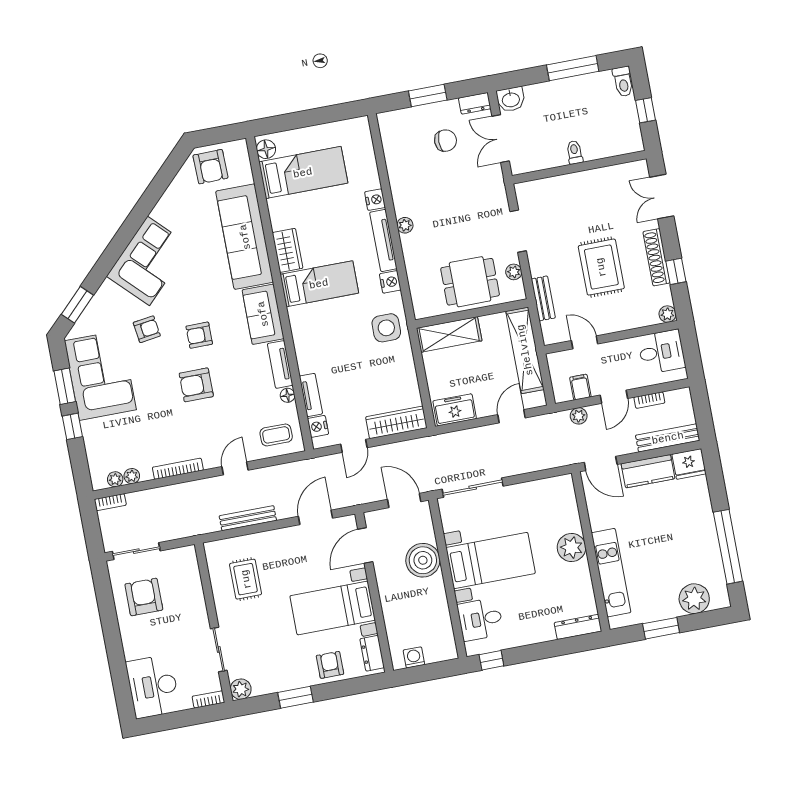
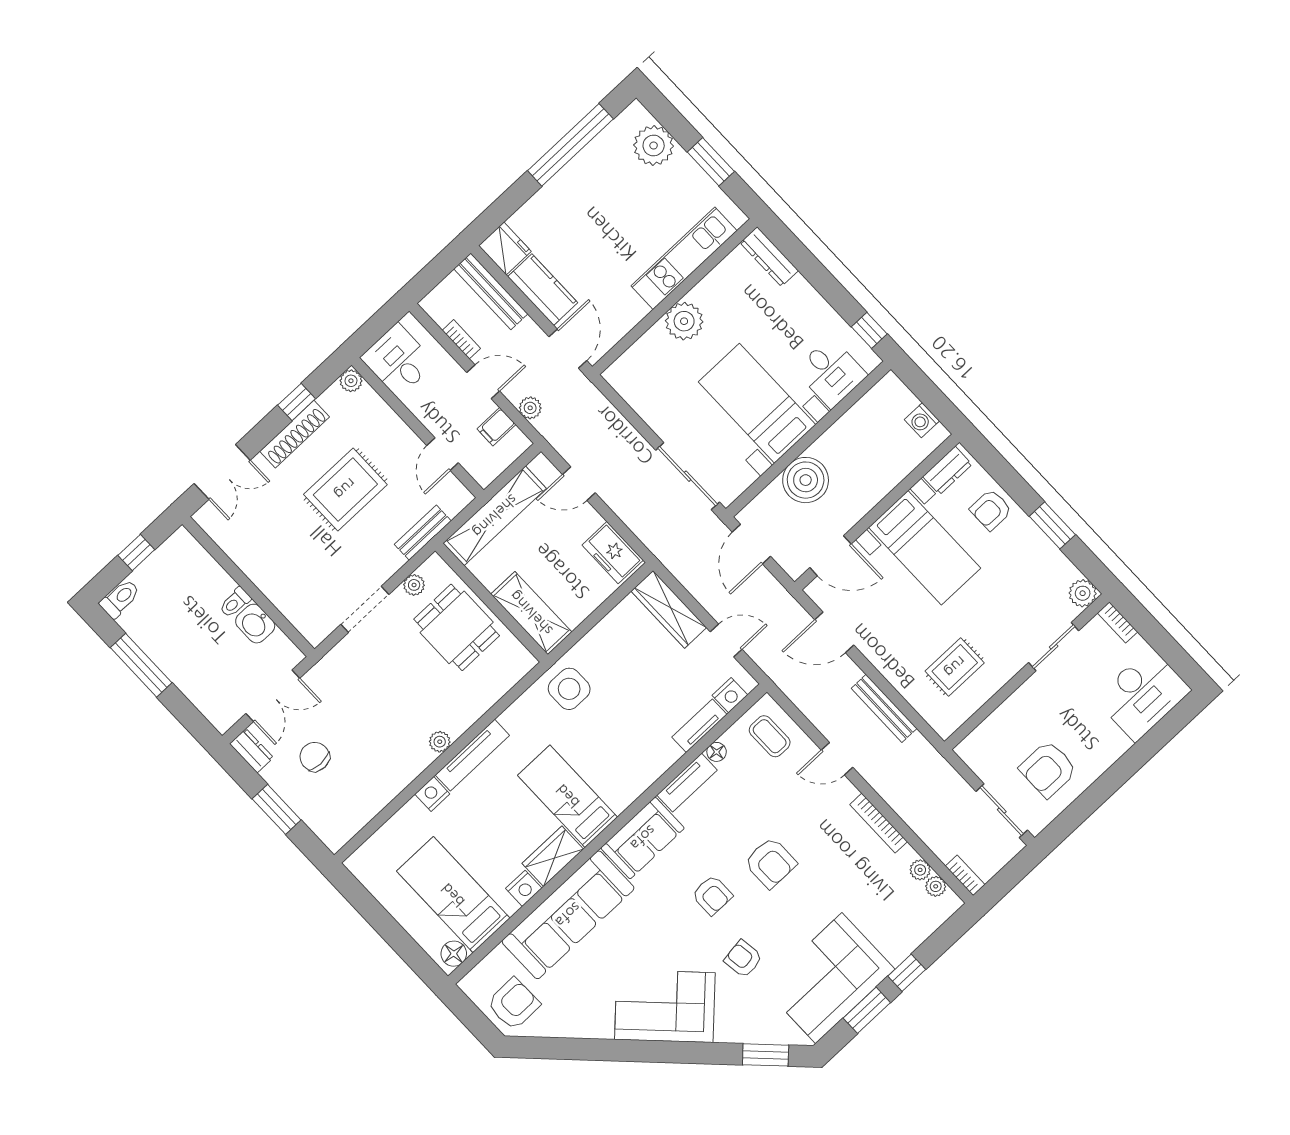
washbasin: (511, 99) -> (255, 624), moved, turned 180
nightstand: (390, 282) -> (524, 888), moved, turned 180

